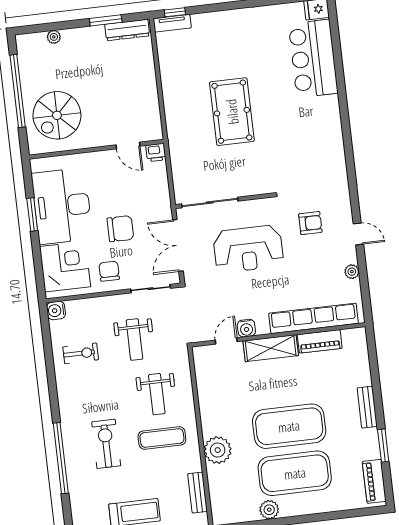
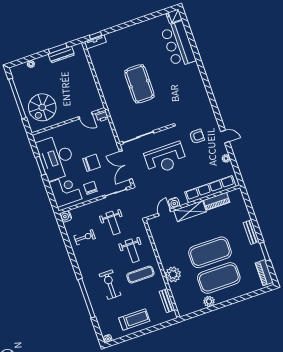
dresser: (127, 30) -> (61, 54), moved

